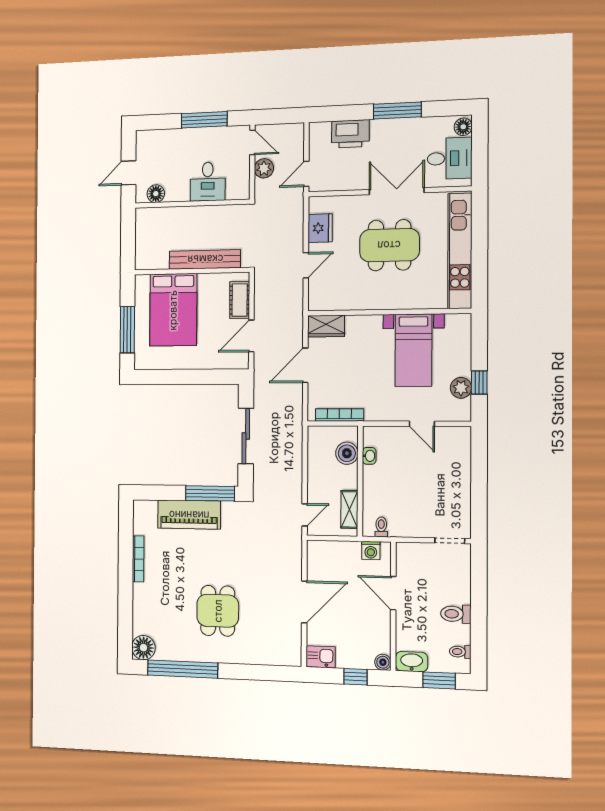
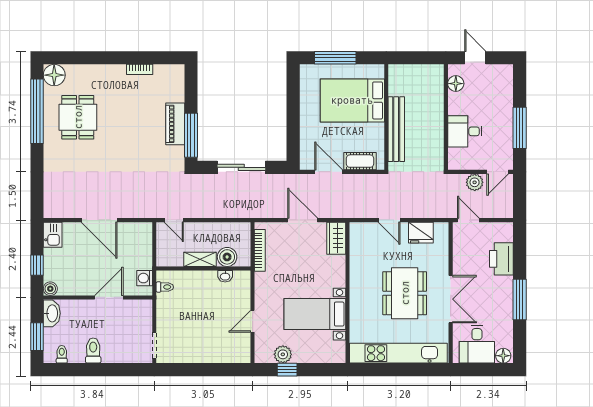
shelving: (349, 509) -> (200, 259), moved
piano: (189, 515) -> (175, 124), width x0.73, depth x0.75
bookcase: (138, 559) -> (140, 69), width x0.64
dining table: (218, 611) -> (78, 117), moved, turned 90

